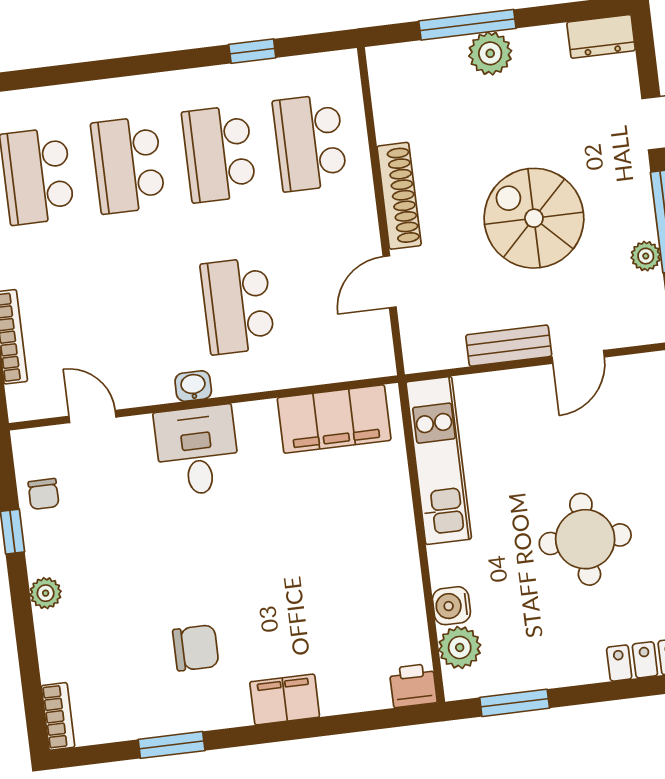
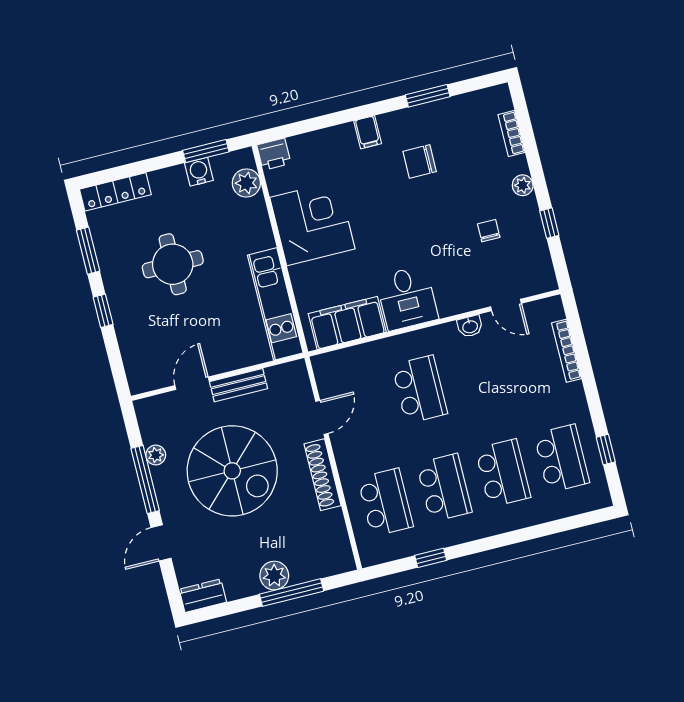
spiral stairs: (534, 218) -> (232, 471), width x1.37, depth x1.37
washbasin: (193, 386) -> (470, 326), moved
desk: (197, 451) -> (407, 298), moved
chair: (43, 494) -> (489, 231), moved
corner desk: (368, 575) -> (312, 223), added
water cooler: (451, 606) -> (199, 172), moved, turned -90
filing cabinet: (285, 699) -> (368, 132), width x0.50
bookcase: (58, 716) -> (512, 133), moved

